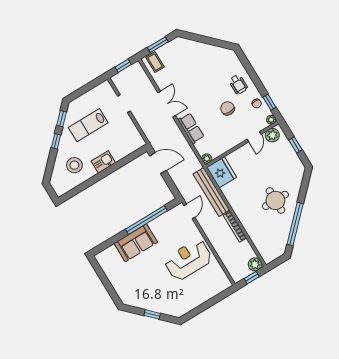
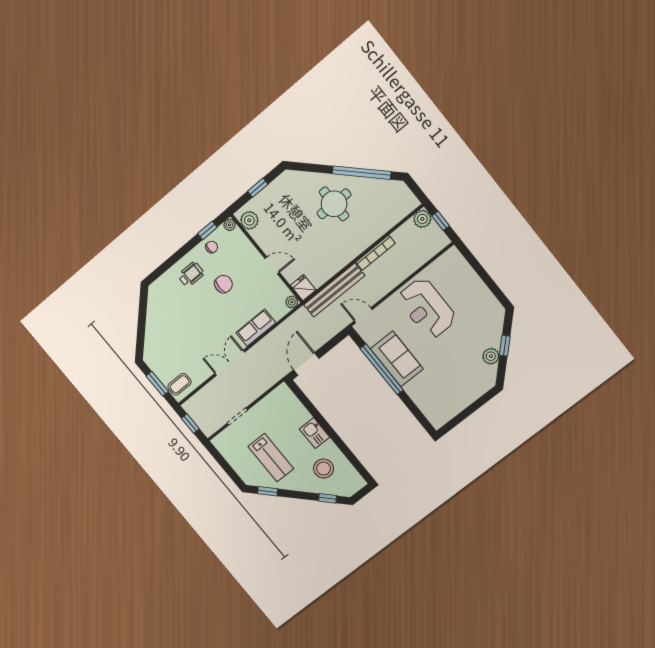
chair: (228, 108) -> (224, 284), turned 180
door: (254, 137) -> (272, 265), moved
window: (56, 141) -> (328, 498), moved
fridge: (222, 172) -> (303, 288), width x0.53, depth x0.75
sofa: (136, 243) -> (397, 359), moved
plant: (146, 303) -> (491, 356), added

